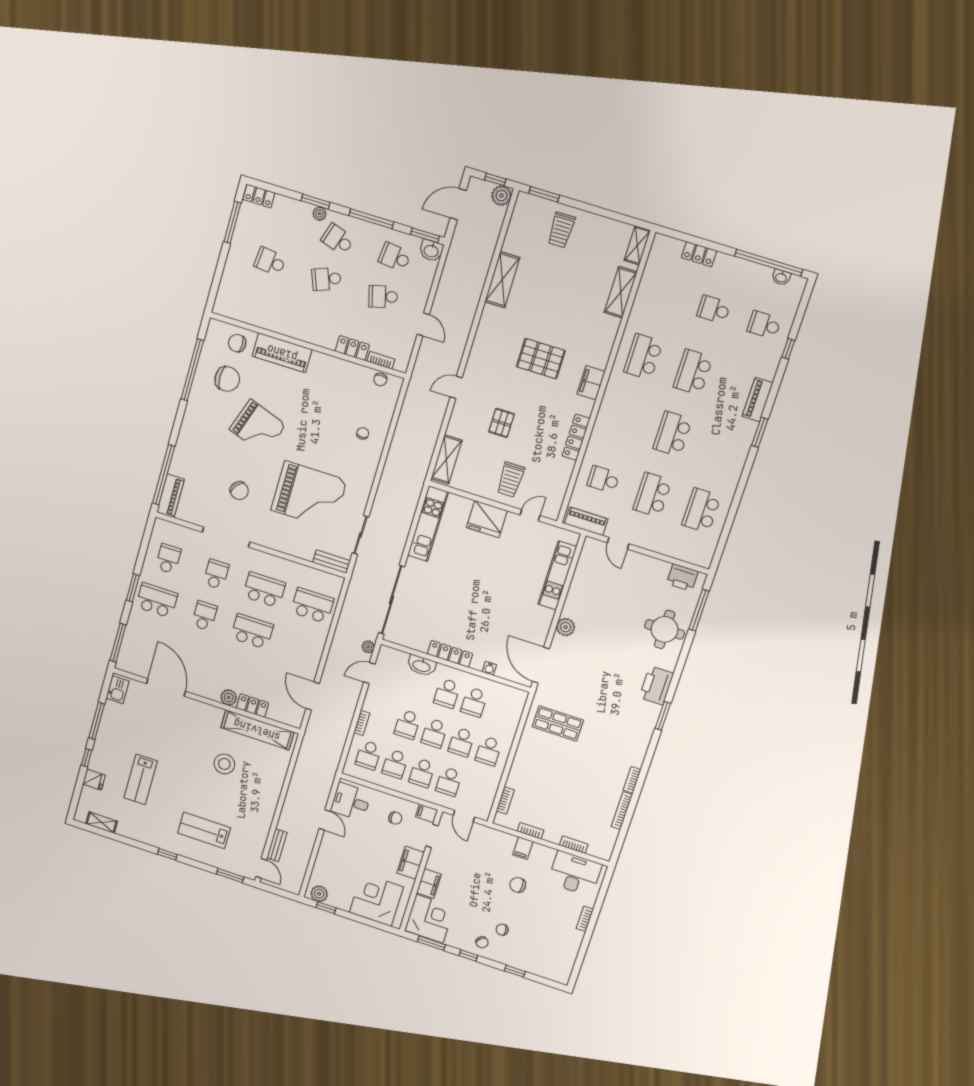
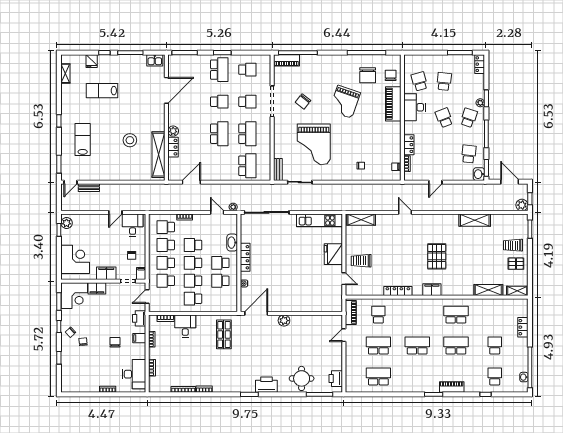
school desk: (383, 297) -> (419, 81), moved
desk: (297, 321) -> (414, 107), added
pallet: (502, 423) -> (516, 264), moved
kitchen unit: (557, 575) -> (313, 306), removed
desk: (526, 776) -> (185, 326), added
printer: (493, 838) -> (139, 318), added

